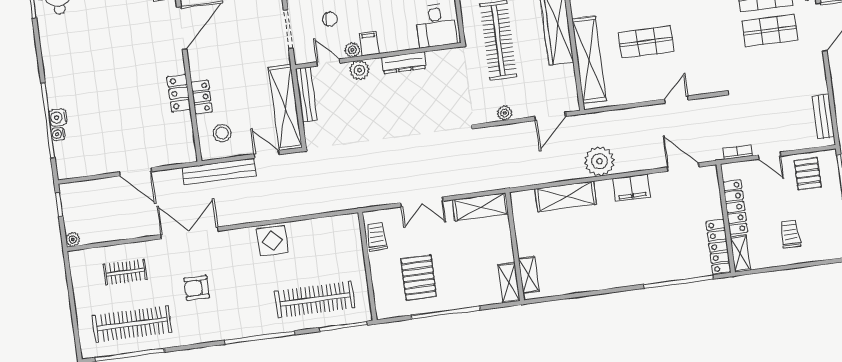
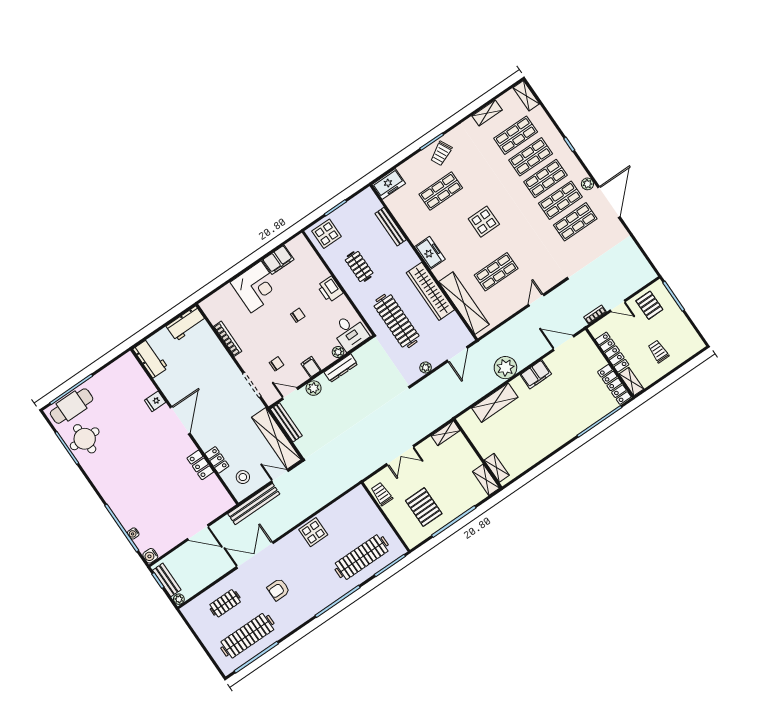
plant: (352, 50) -> (338, 352), moved
water cooler: (58, 117) -> (150, 556), moved
bench: (823, 117) -> (167, 580), moved
shelving: (480, 207) -> (446, 433), width x0.67, depth x0.75

